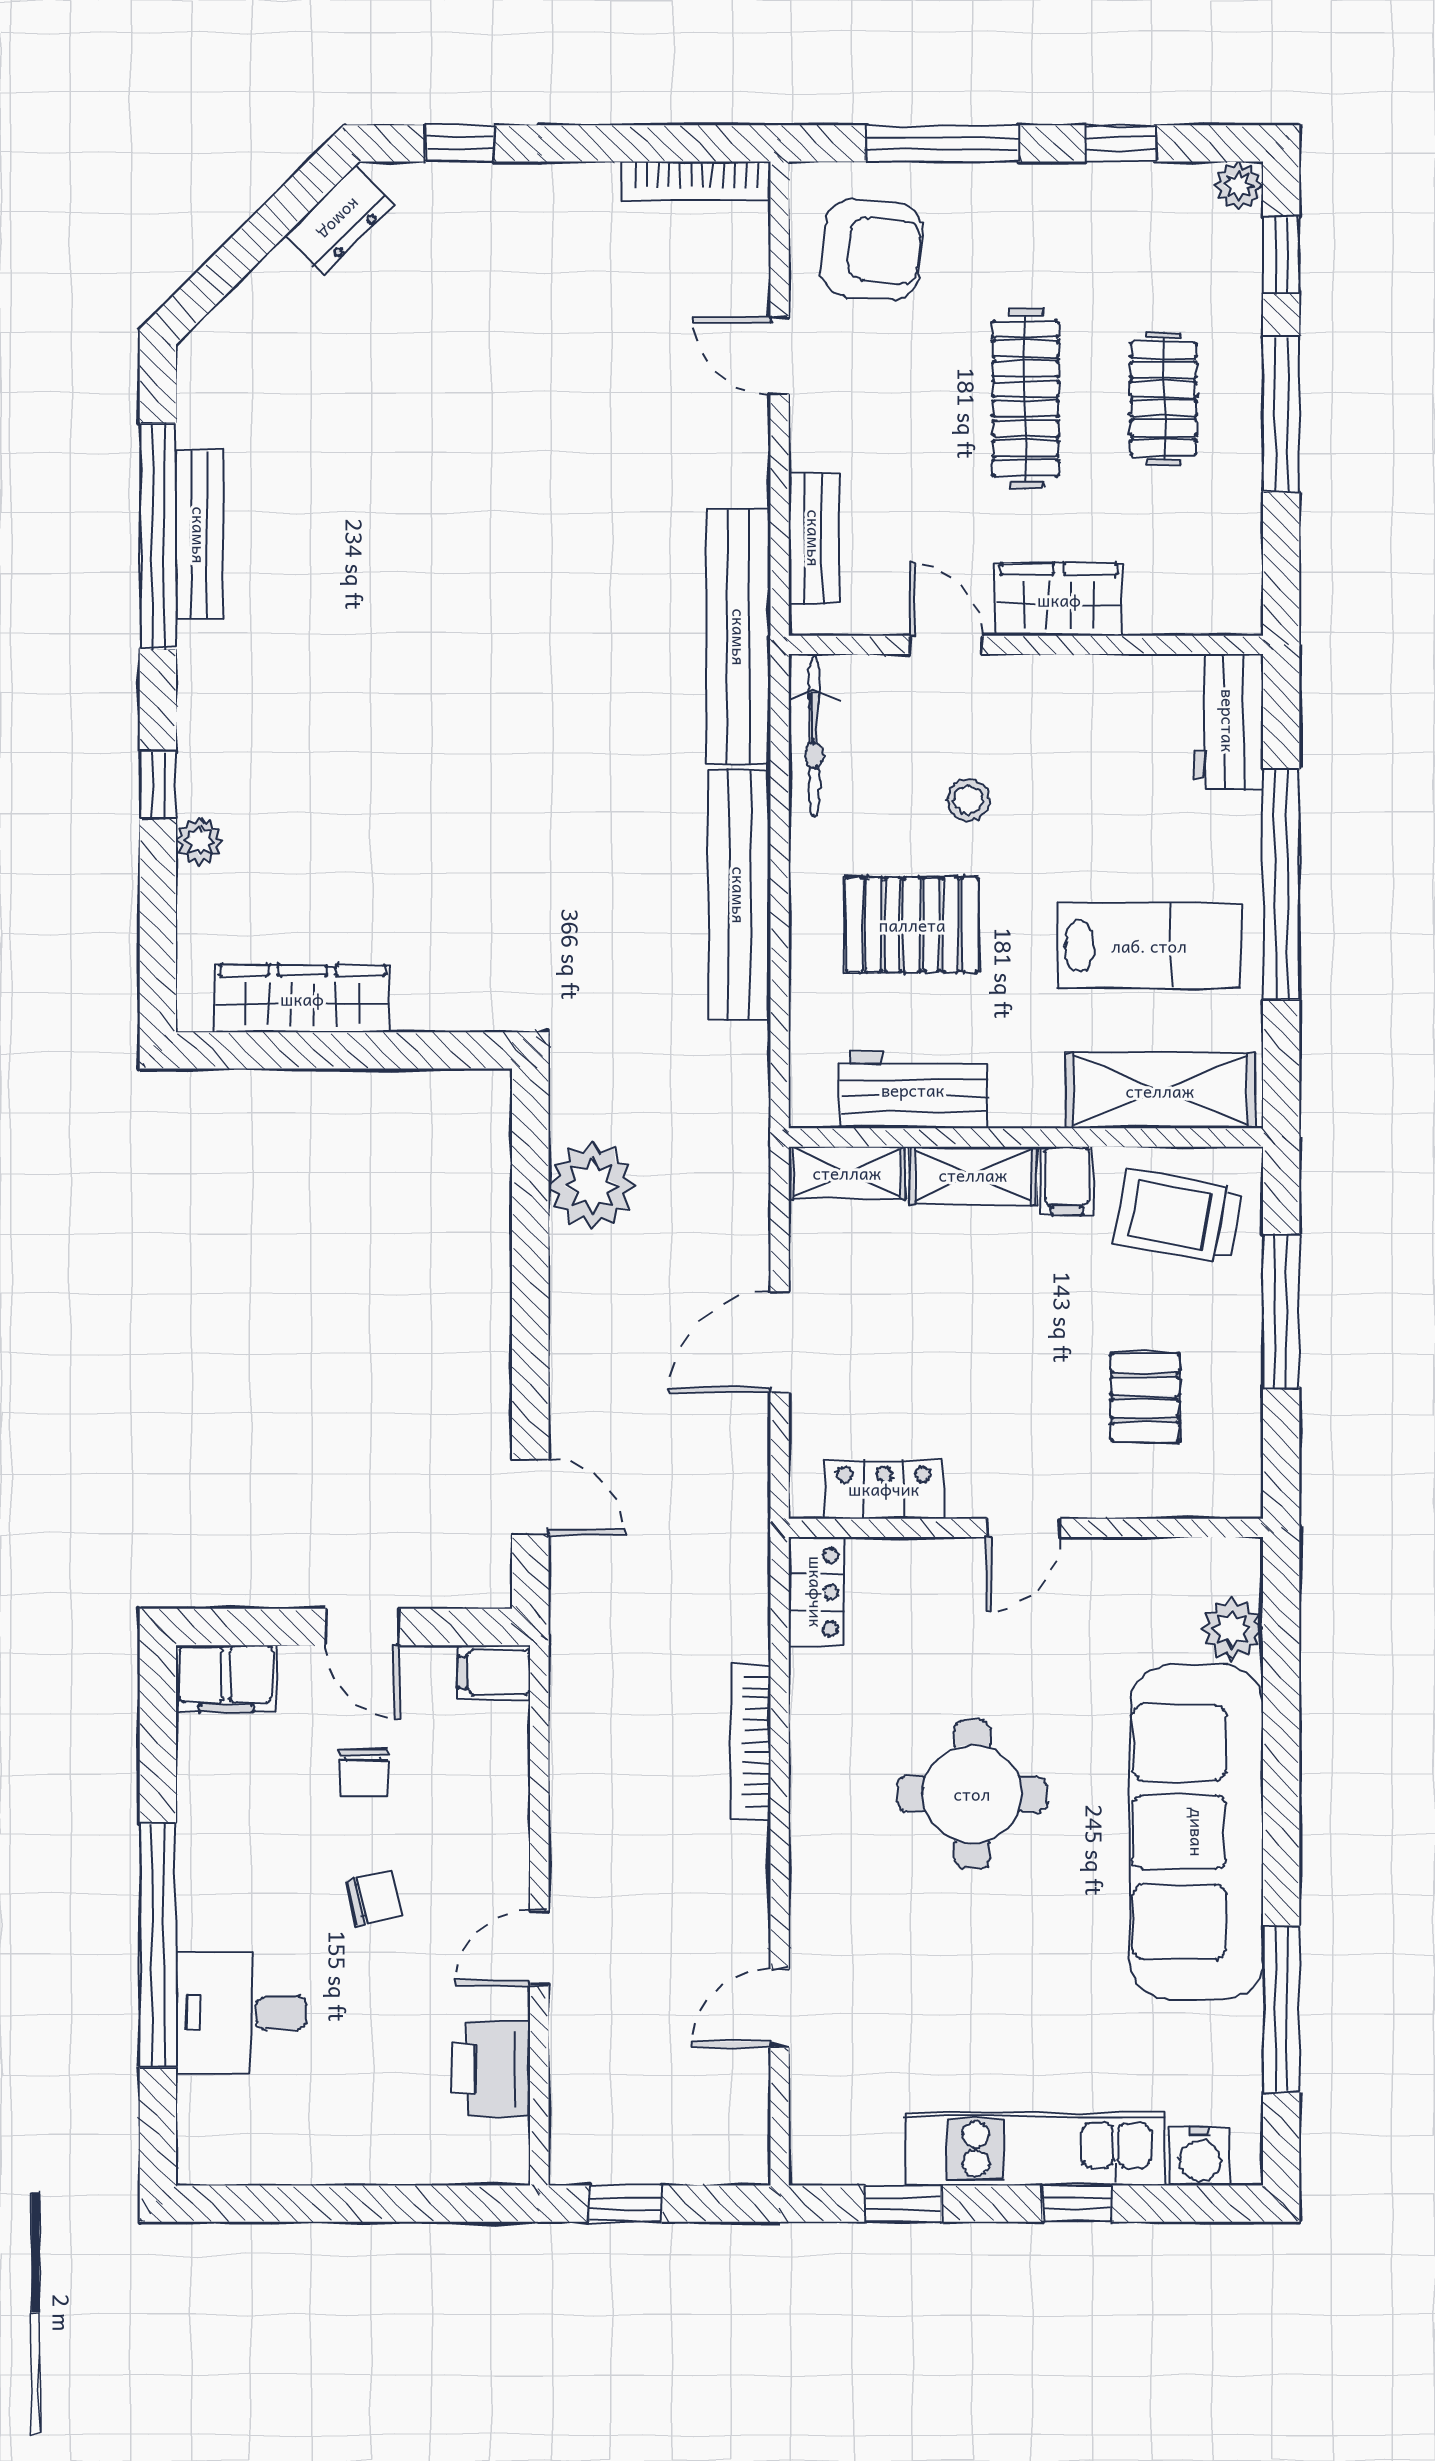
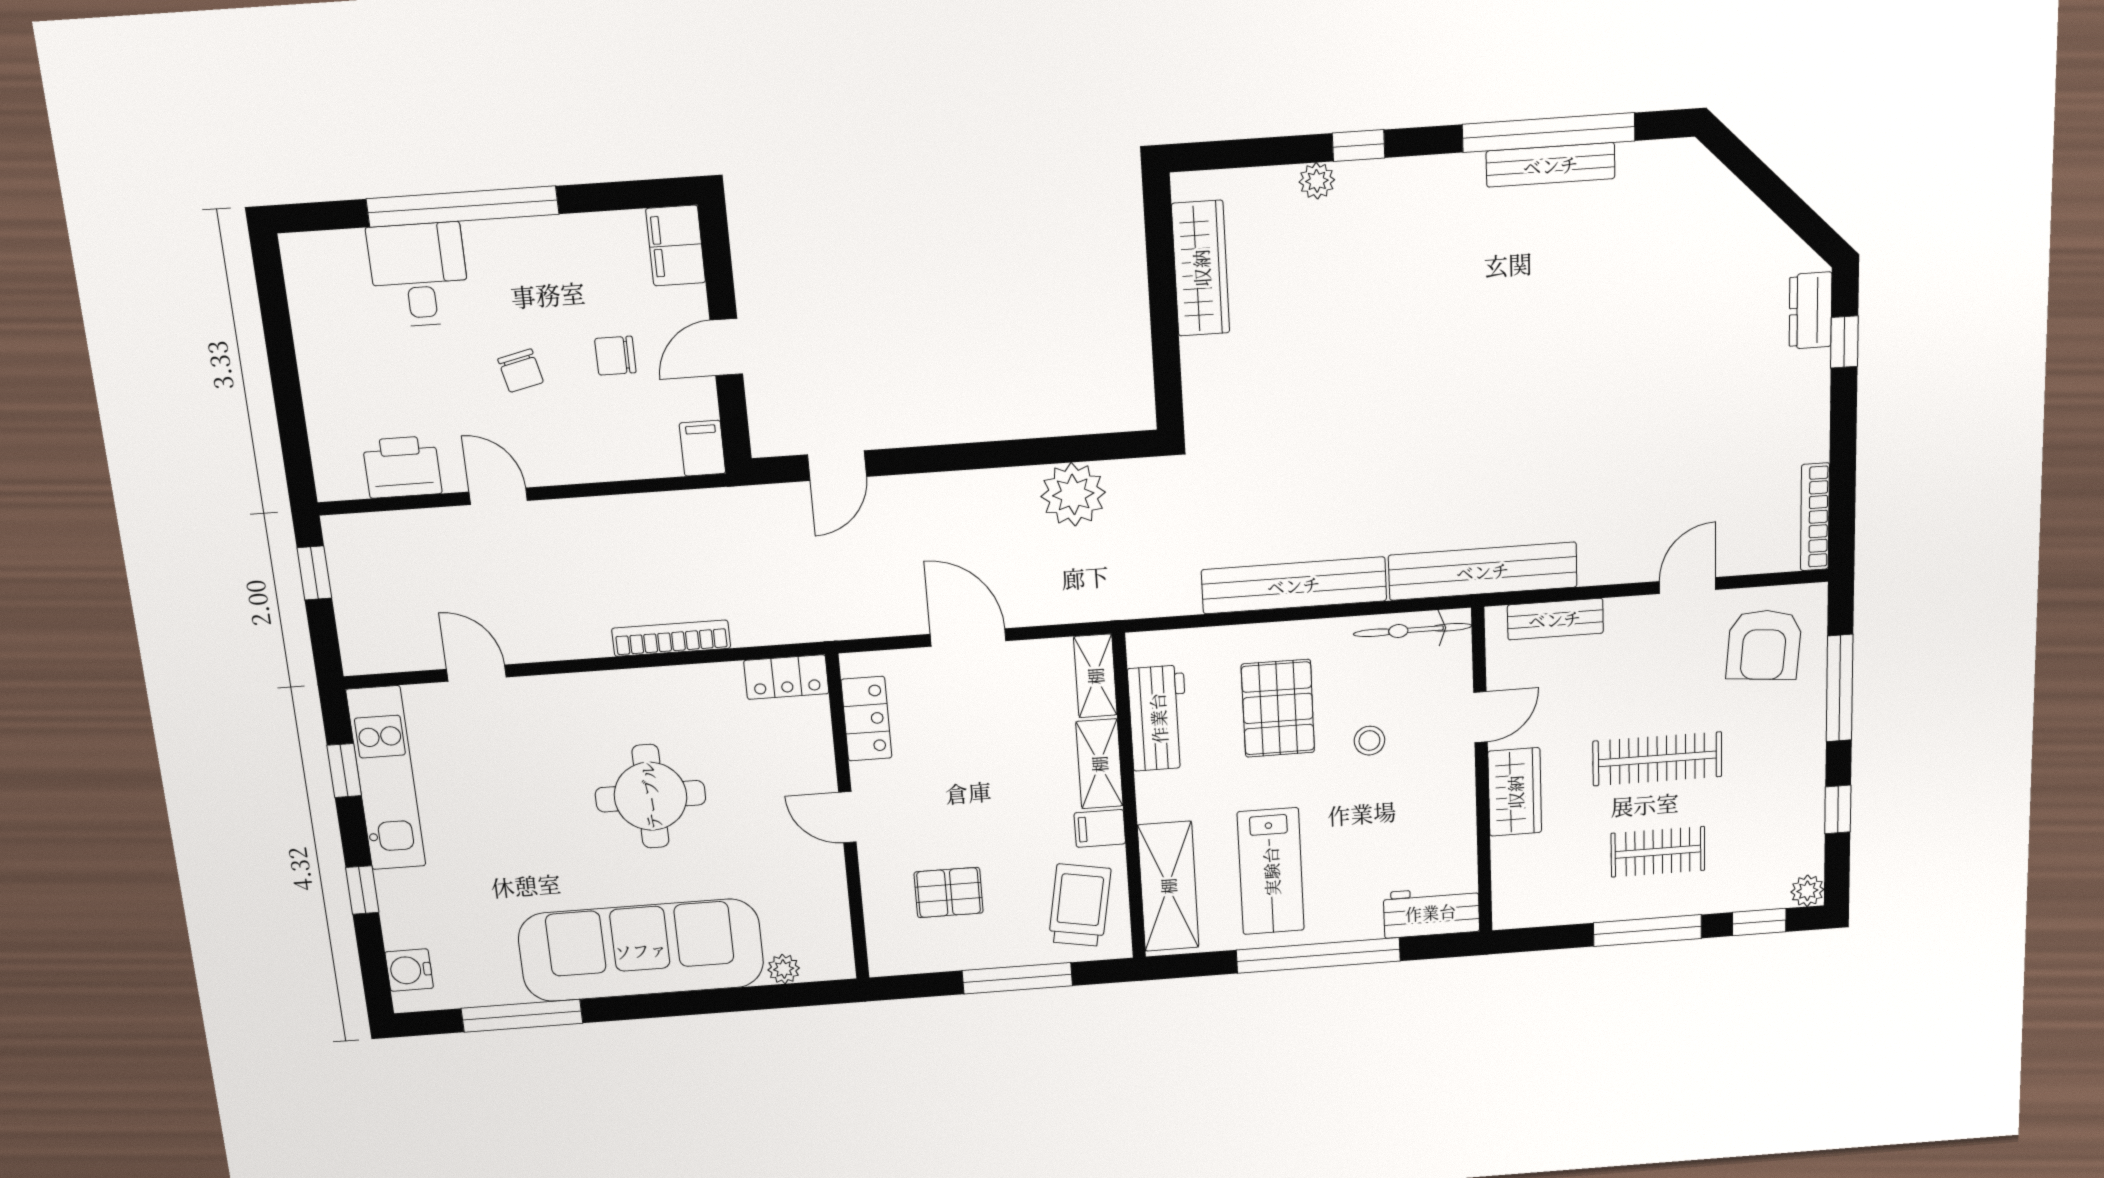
dresser: (340, 220) -> (1811, 311), moved, turned 45
plant: (1232, 1629) -> (784, 969), width x0.73, depth x0.73
kitchen unit: (1035, 2149) -> (386, 778), moved

